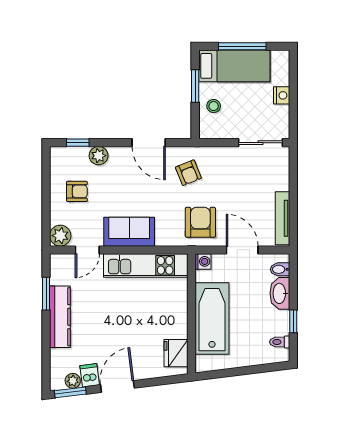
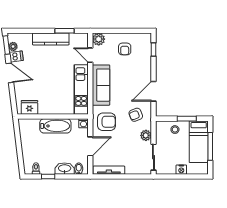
plant: (99, 156) -> (146, 135), moved
sofa: (129, 232) -> (101, 85), width x1.36
bathtub: (212, 319) -> (55, 126), width x0.73, depth x0.73

